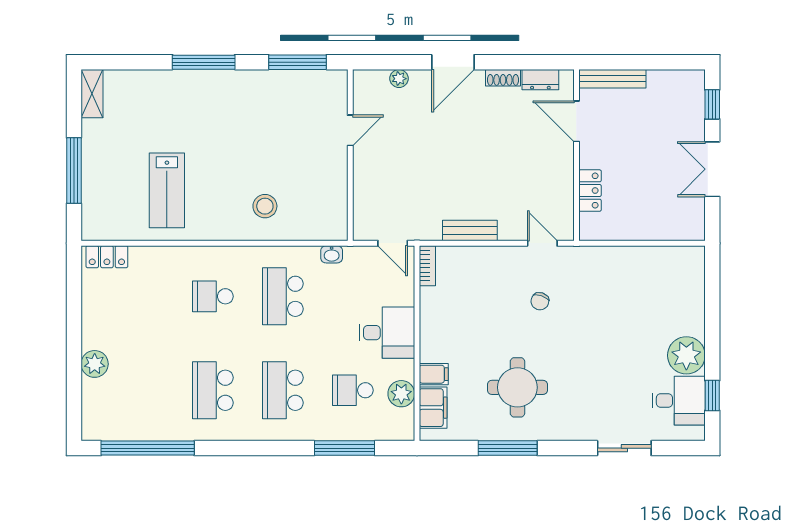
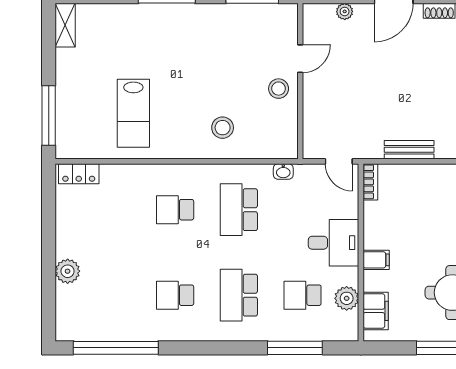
stool: (326, 163) -> (279, 89), added
window: (74, 171) -> (49, 116), moved
filing cabinet: (434, 374) -> (376, 260), moved
school desk: (213, 390) -> (175, 295), width x0.54

